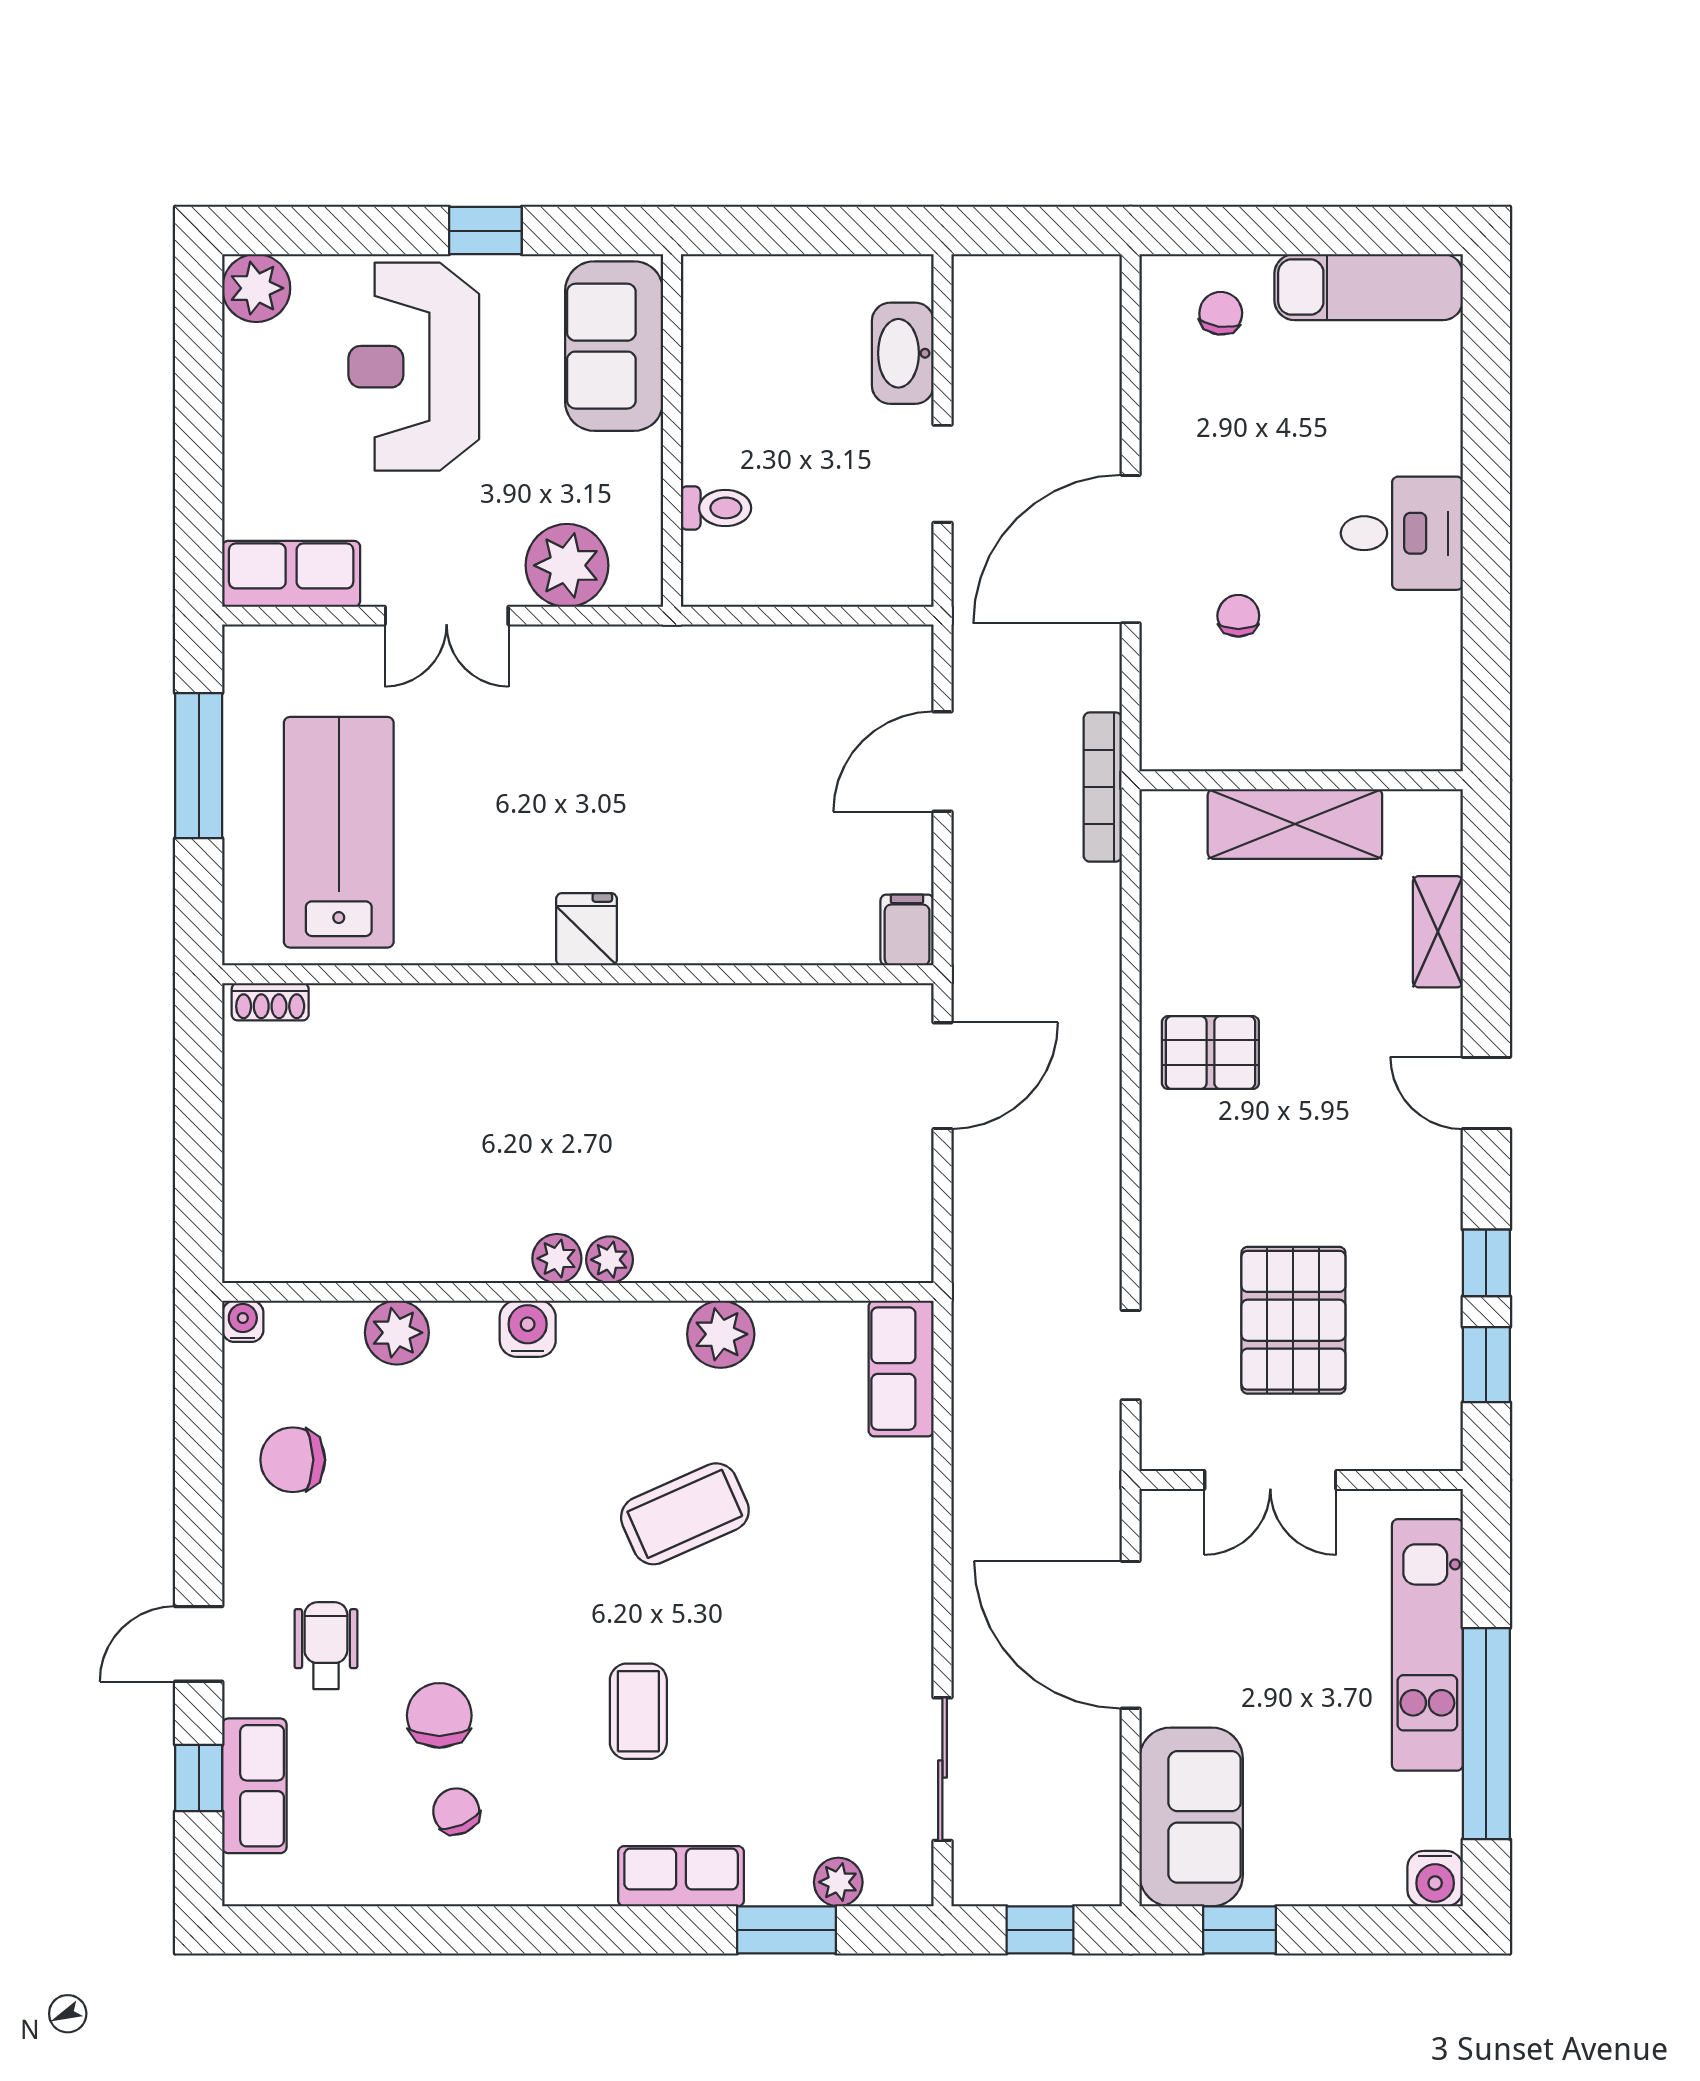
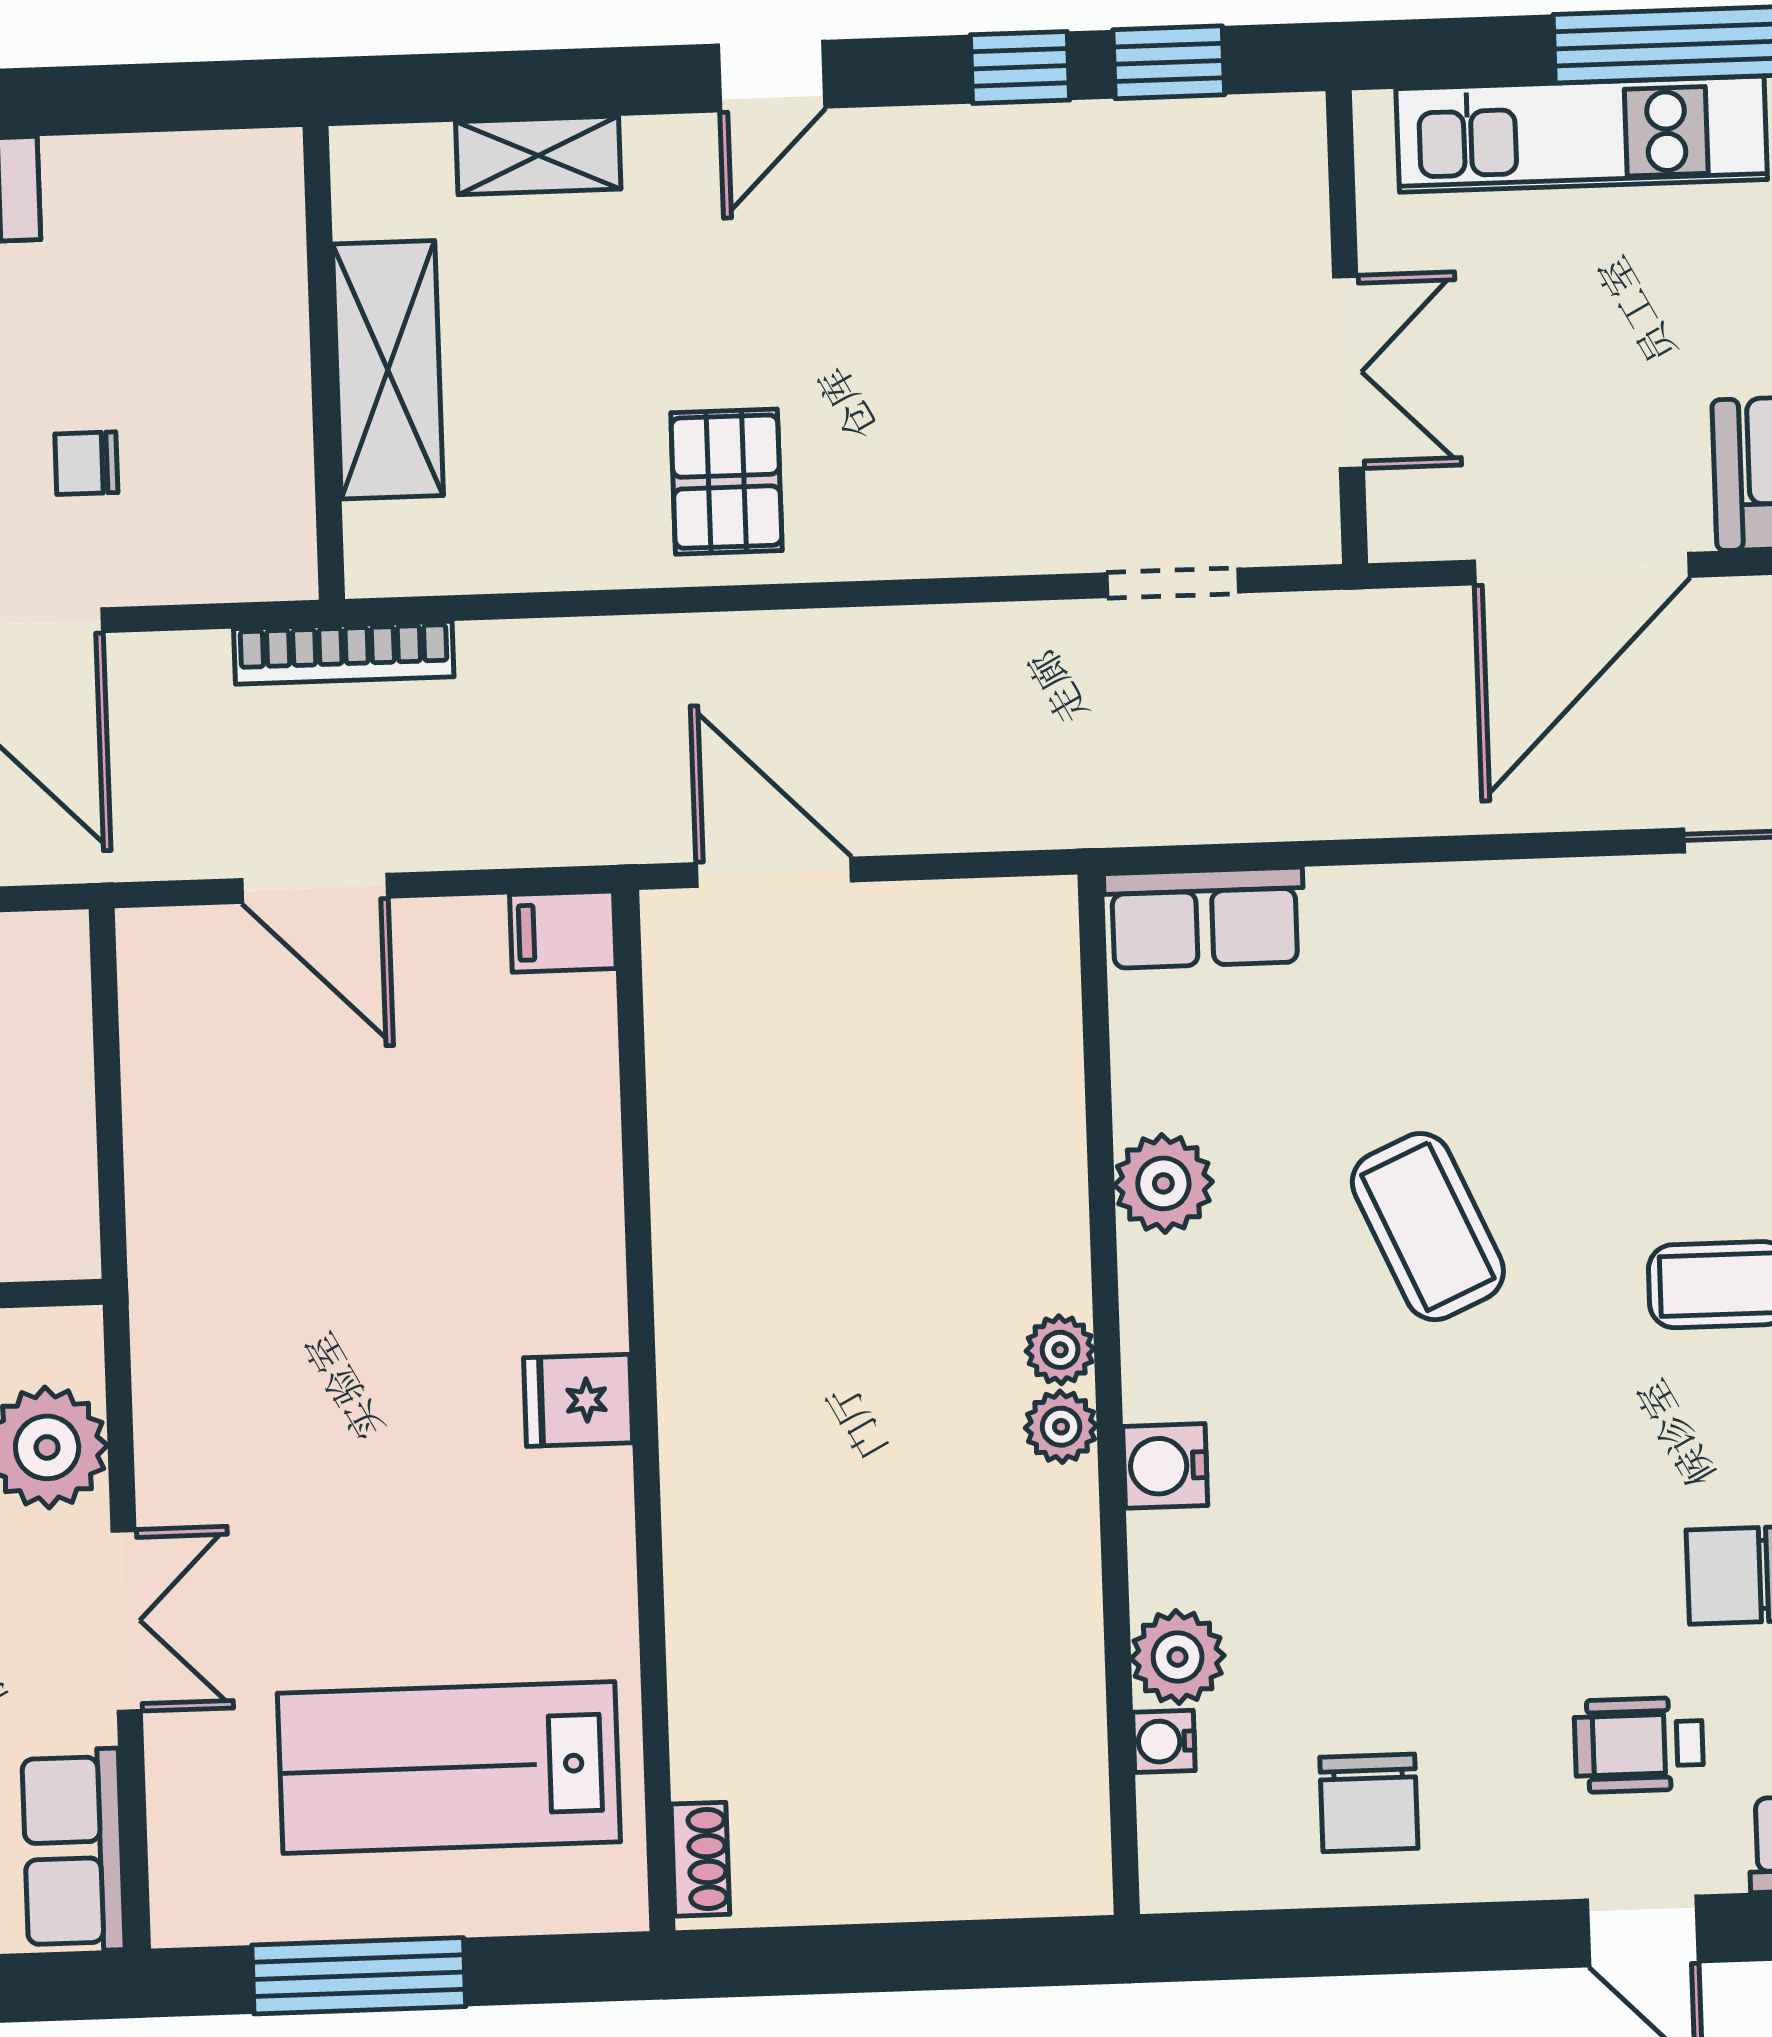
pallet: (1293, 1320) -> (1114, 347), removed
water cooler: (243, 1321) -> (1164, 1741), moved

